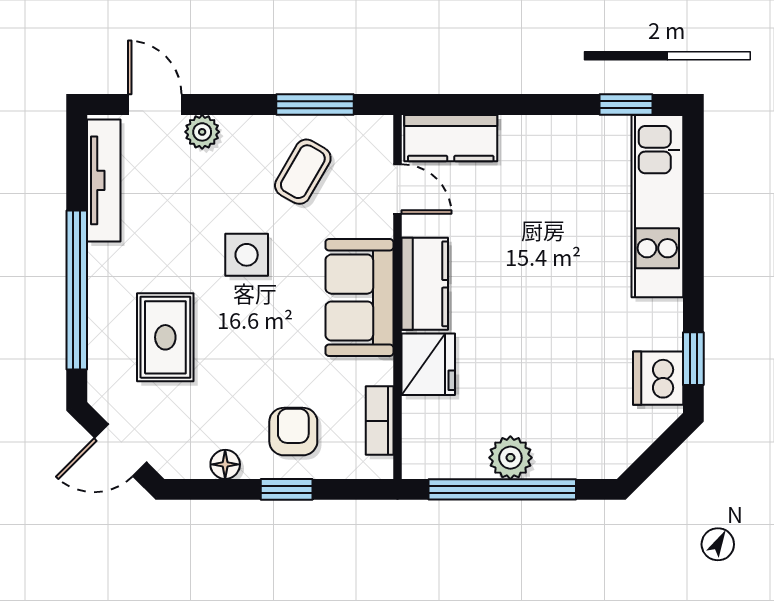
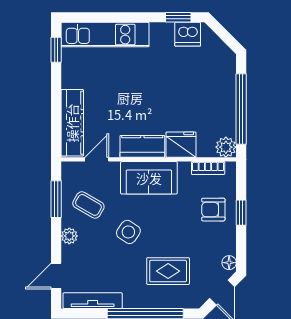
plant: (202, 132) -> (69, 236), moved
kitchen counter: (451, 138) -> (72, 123), width x1.50
side table: (247, 255) -> (128, 232), turned 34
plant: (510, 458) -> (226, 147), moved
floor lamp: (225, 464) -> (229, 263), moved

